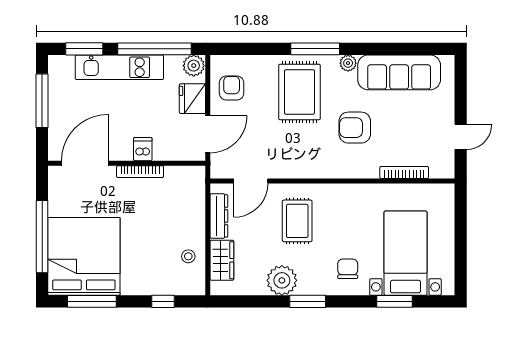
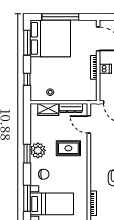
plant: (282, 280) -> (38, 150), moved
window: (395, 301) -> (27, 198), width x1.44

